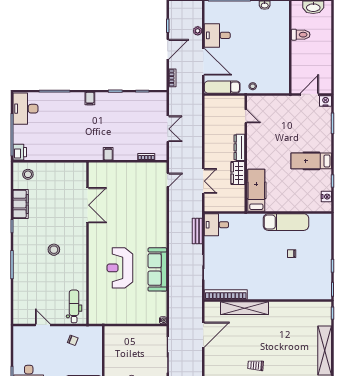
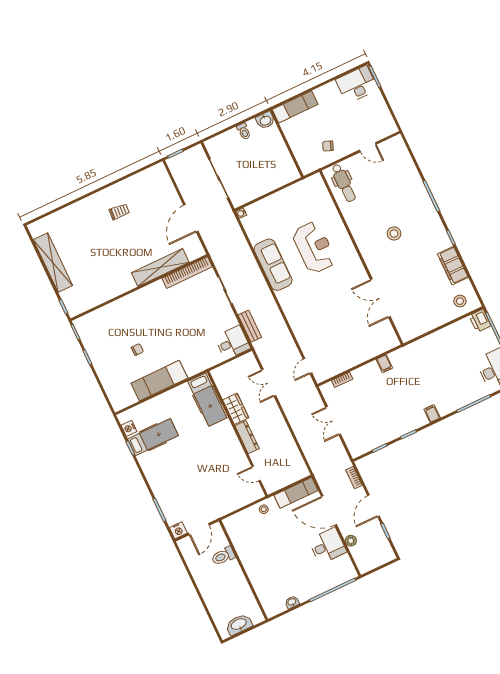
toilet: (301, 35) -> (223, 556), moved
hospital bed: (311, 161) -> (153, 437), moved

